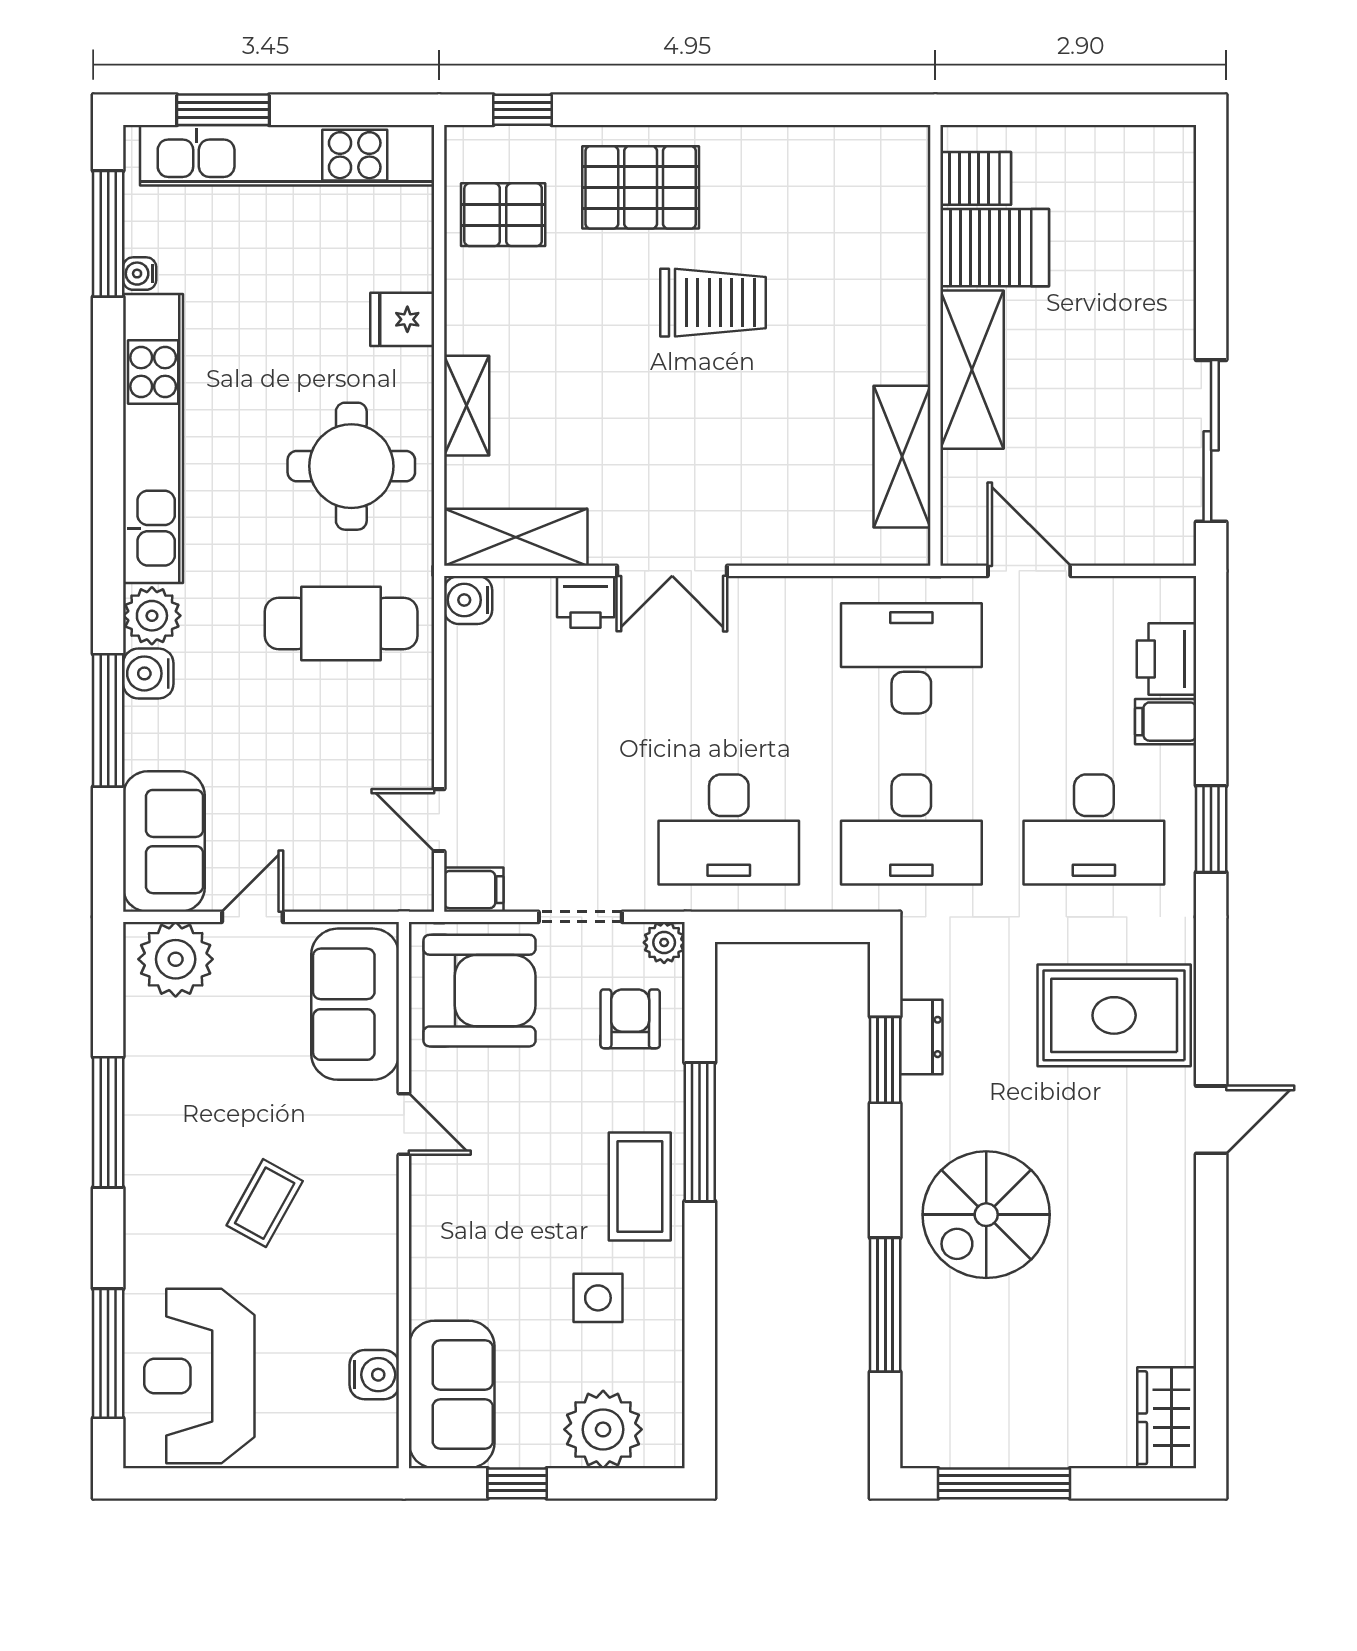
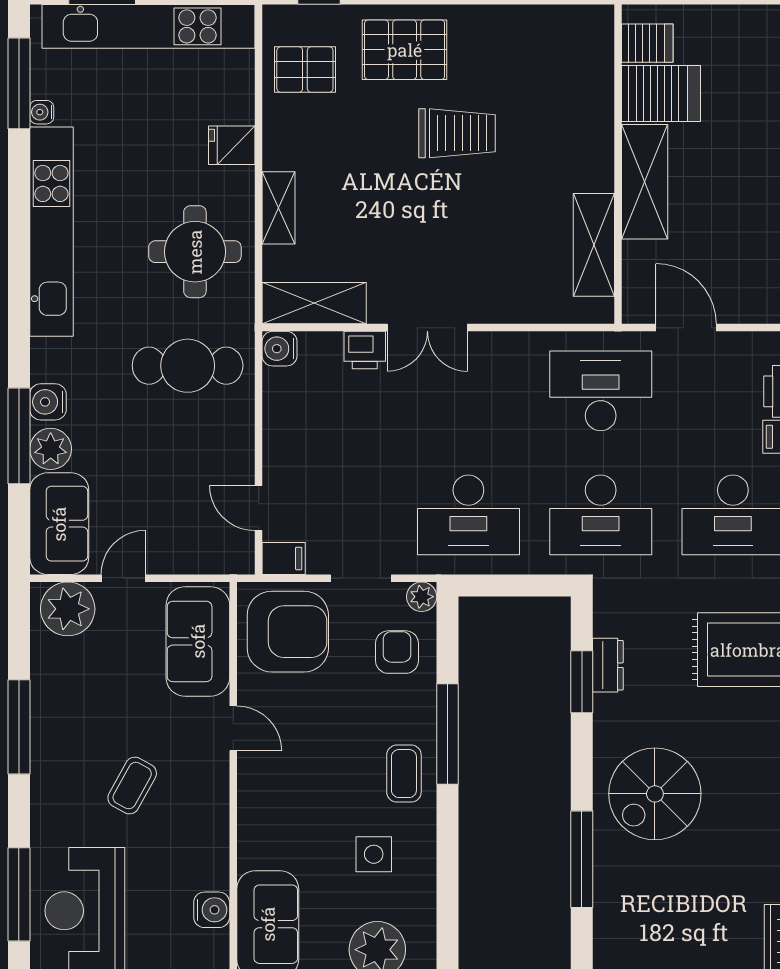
plant: (152, 616) -> (51, 449), moved
coffee table: (640, 1187) -> (404, 774), width x0.73, depth x0.77

